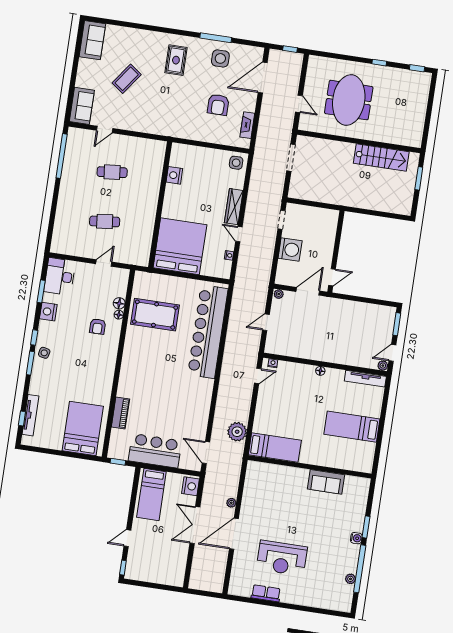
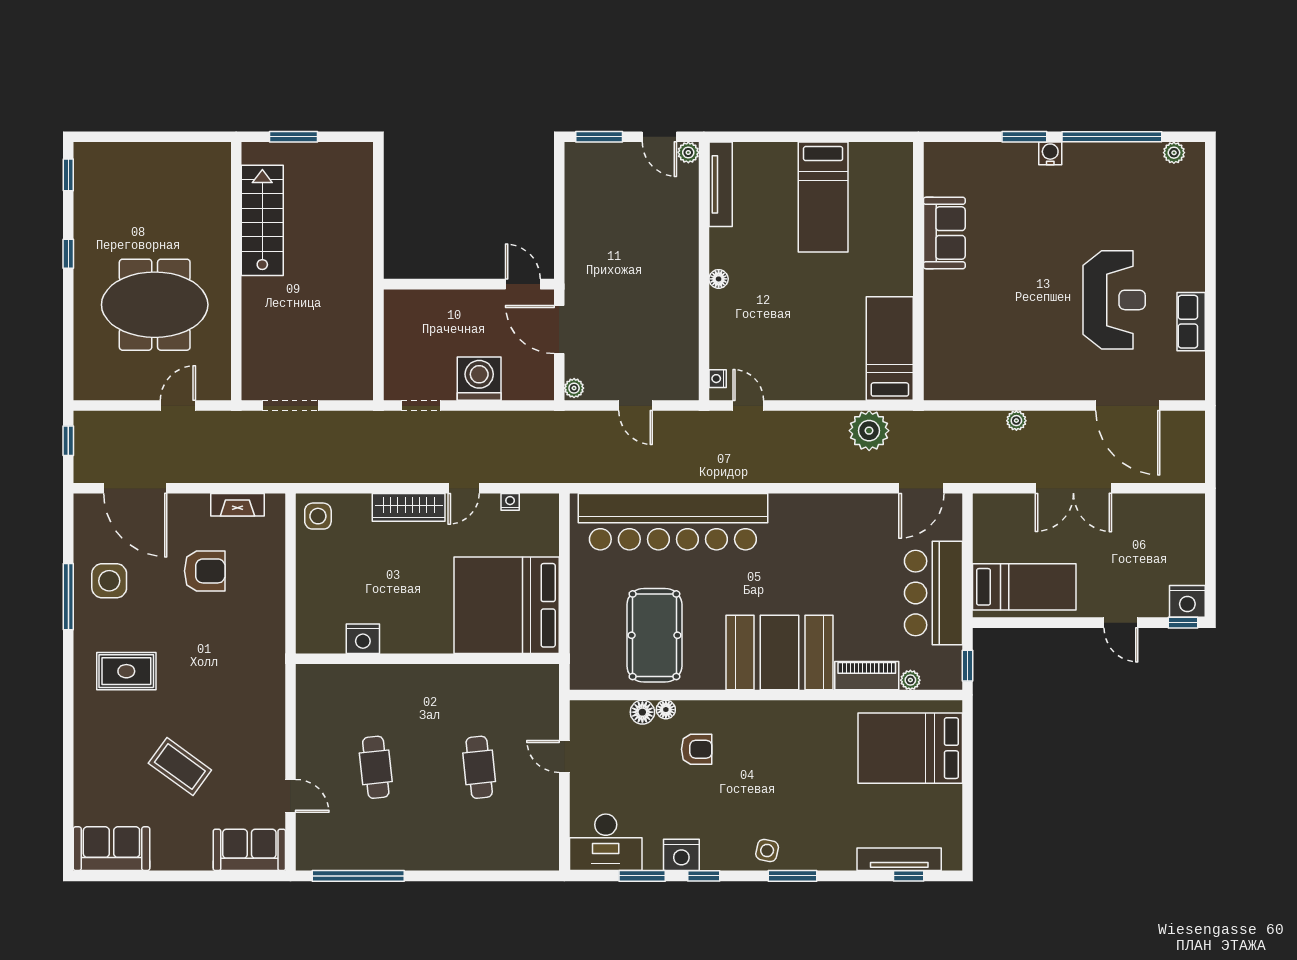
window: (34, 337) -> (704, 876), moved
booth: (138, 373) -> (780, 652), added
plant: (115, 433) -> (910, 680), added
nightstand: (190, 486) -> (1187, 601), moved, turned 180
door: (234, 534) -> (1128, 406), moved
plant: (350, 579) -> (1174, 153), moved

